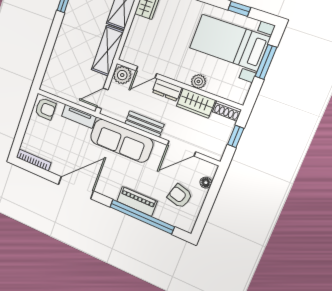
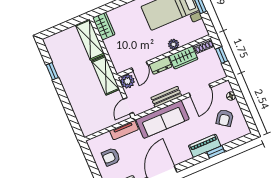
armchair: (45, 109) -> (111, 157), moved, turned 180
armchair: (180, 196) -> (225, 118), turned -70
window: (142, 217) -> (216, 152), width x0.32

